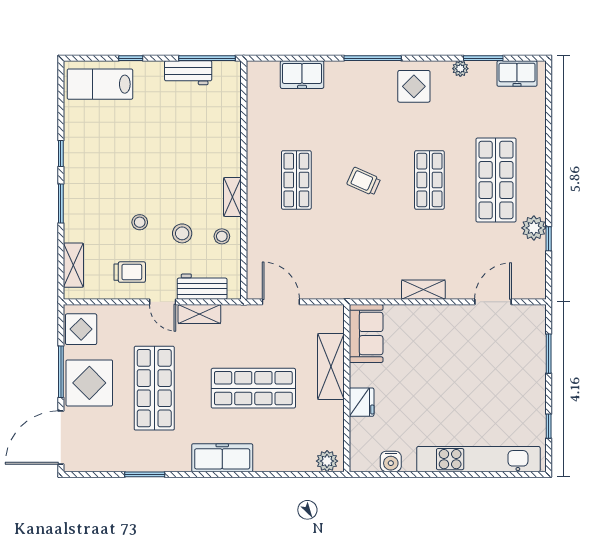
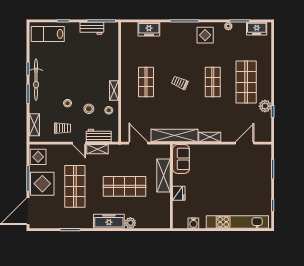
bicycle: (77, 175) -> (36, 80), added
shelving: (353, 287) -> (175, 135), added
plant: (327, 461) -> (130, 223), moved

